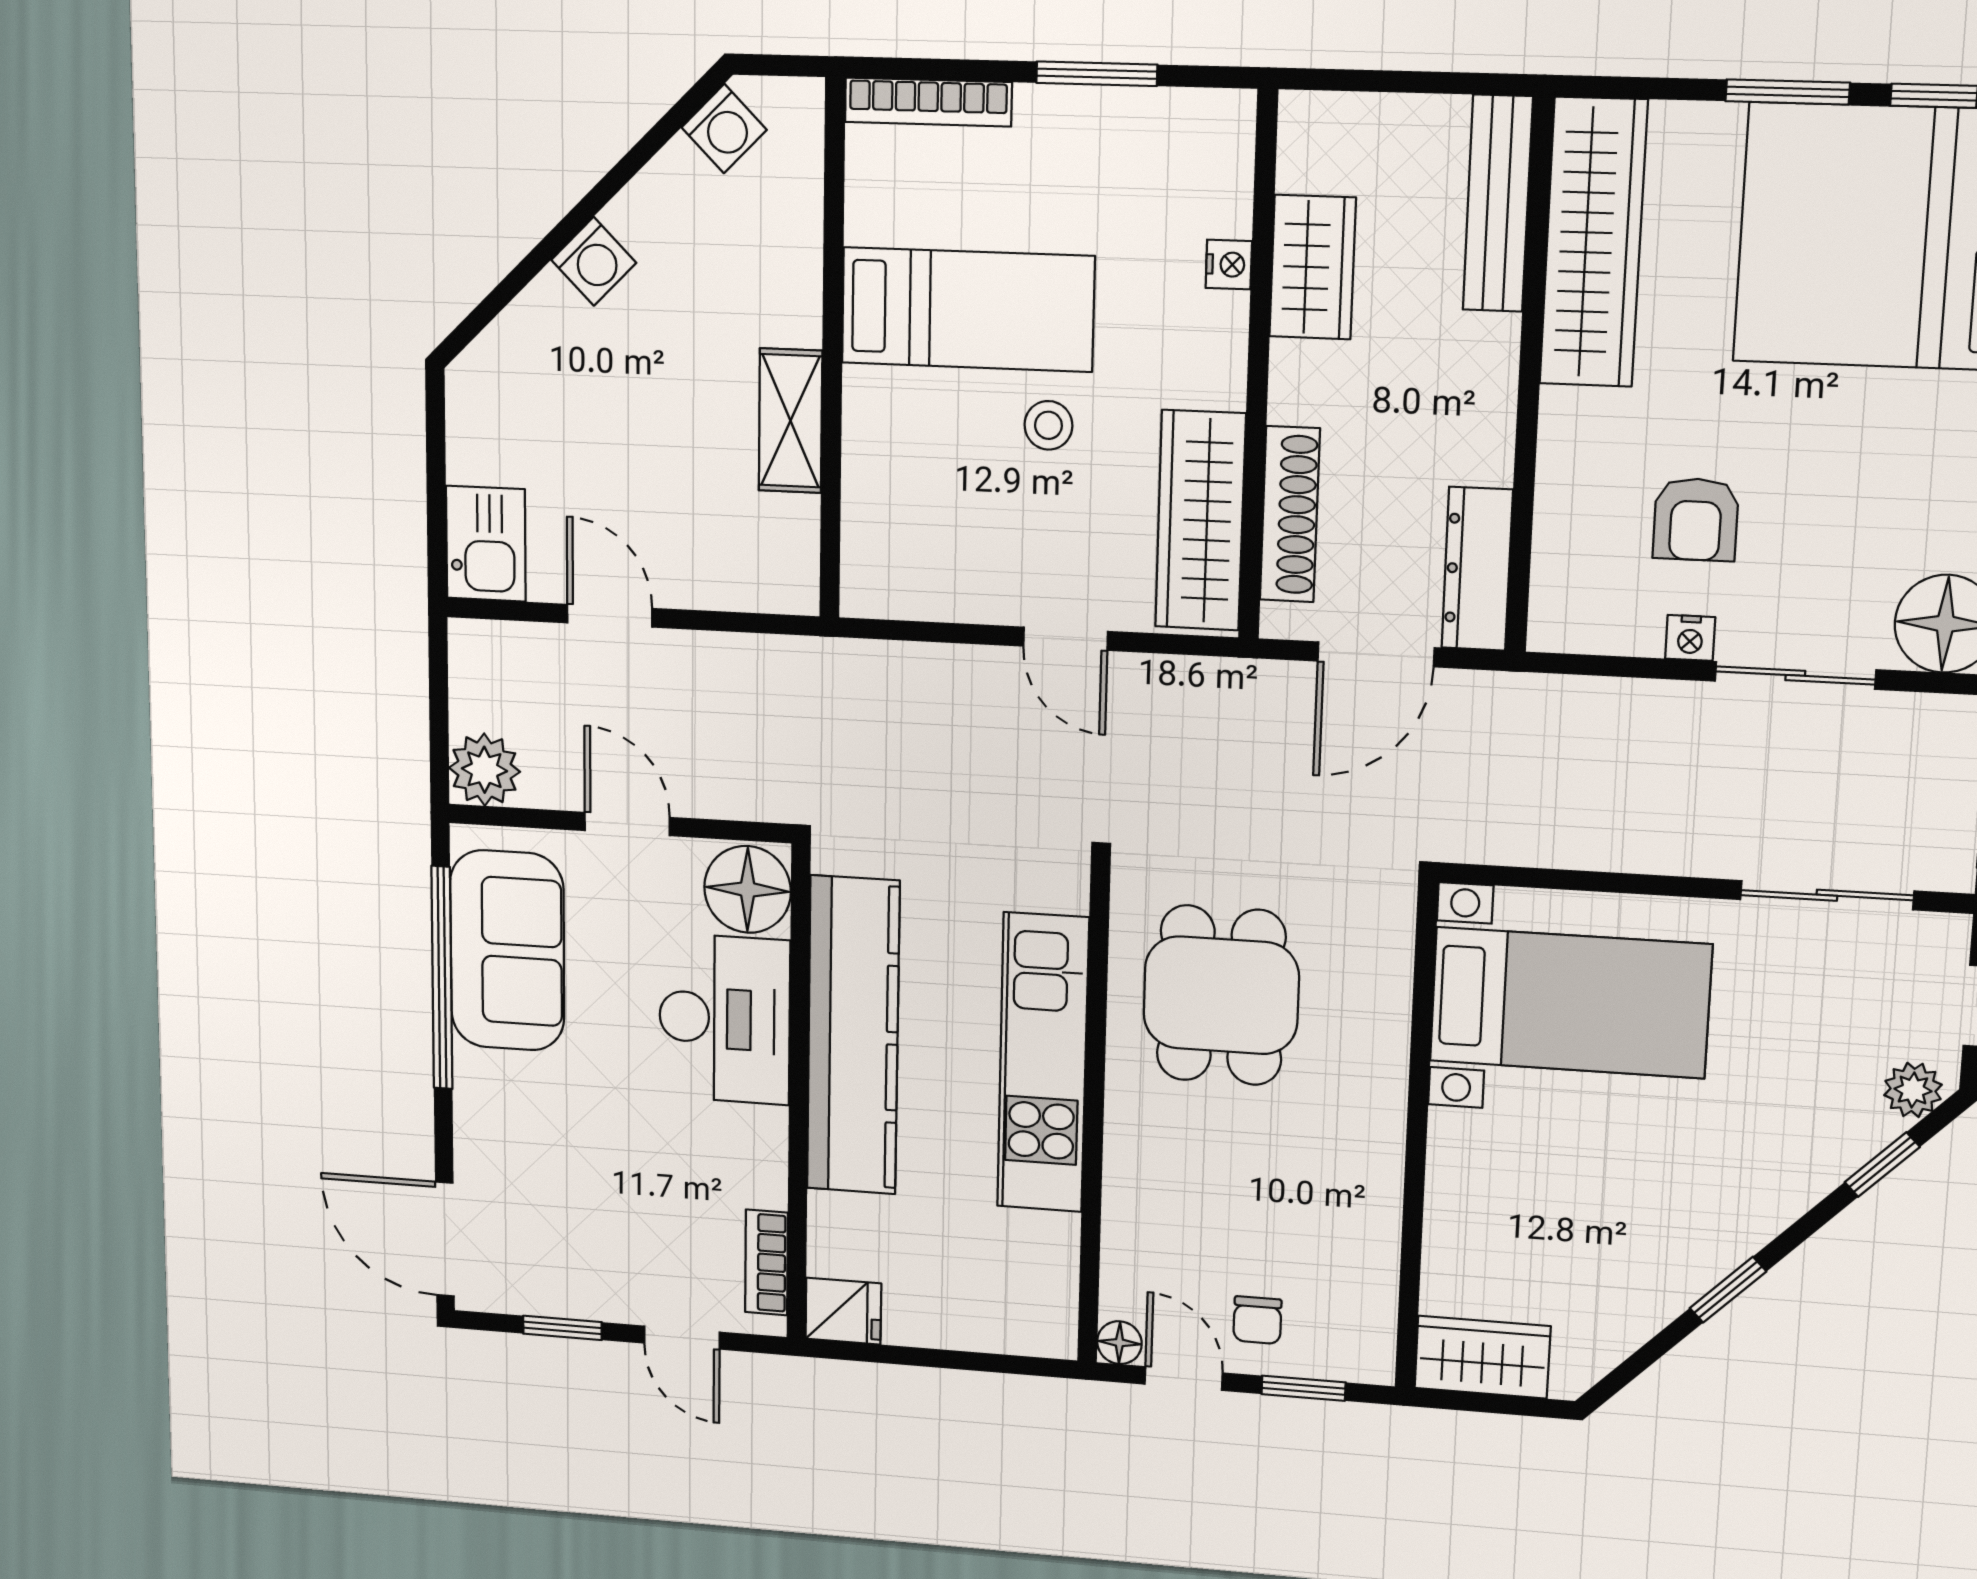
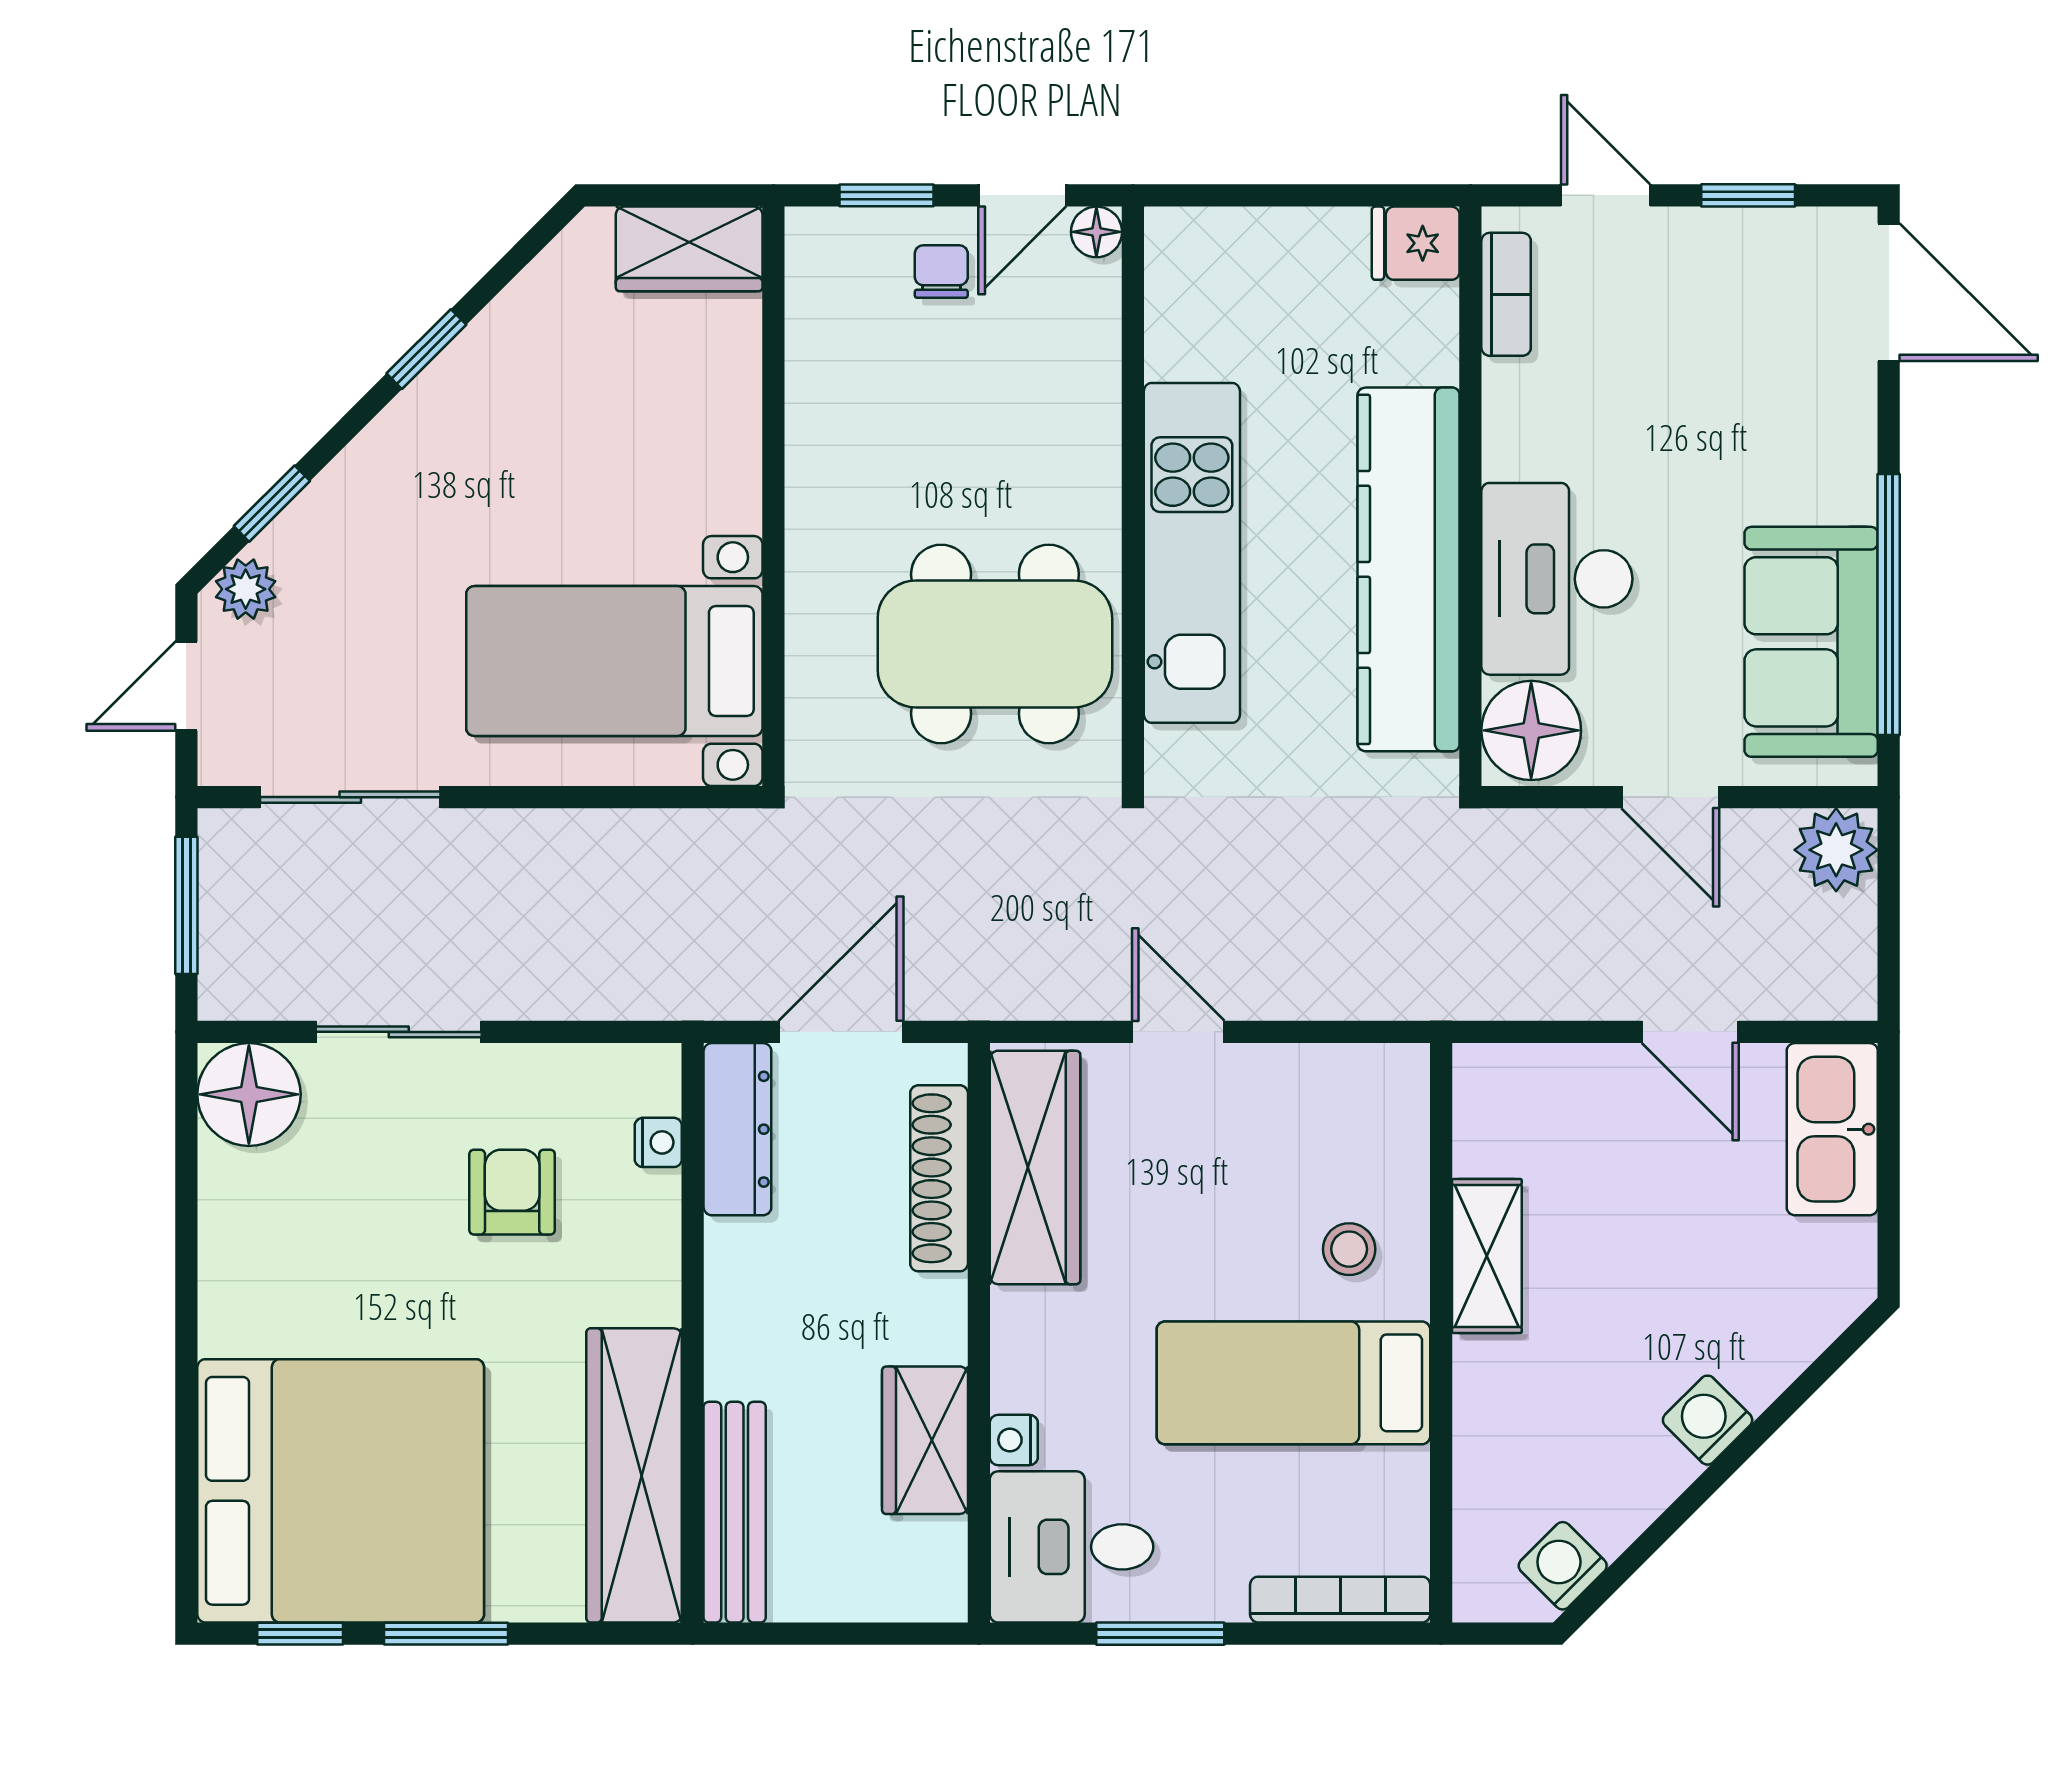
desk: (1178, 160) -> (1072, 1547), added
stool: (1048, 425) -> (1349, 1249), moved
kitchen sink: (486, 544) -> (1832, 1129), width x1.38
nightstand: (1690, 638) -> (658, 1142), moved, turned 90
dining table: (1221, 995) -> (995, 644), width x1.38
door: (1184, 1378) -> (1022, 195), hinge flipped

